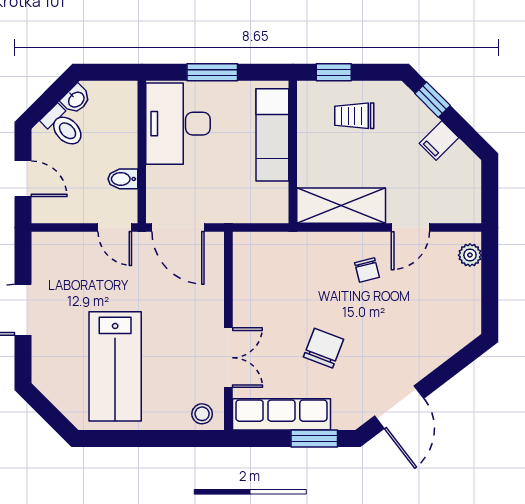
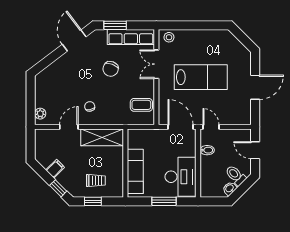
window: (334, 72) -> (93, 201), moved
coffee table: (260, 273) -> (141, 105), added
lab bench: (115, 366) -> (201, 77), moved, turned 90

